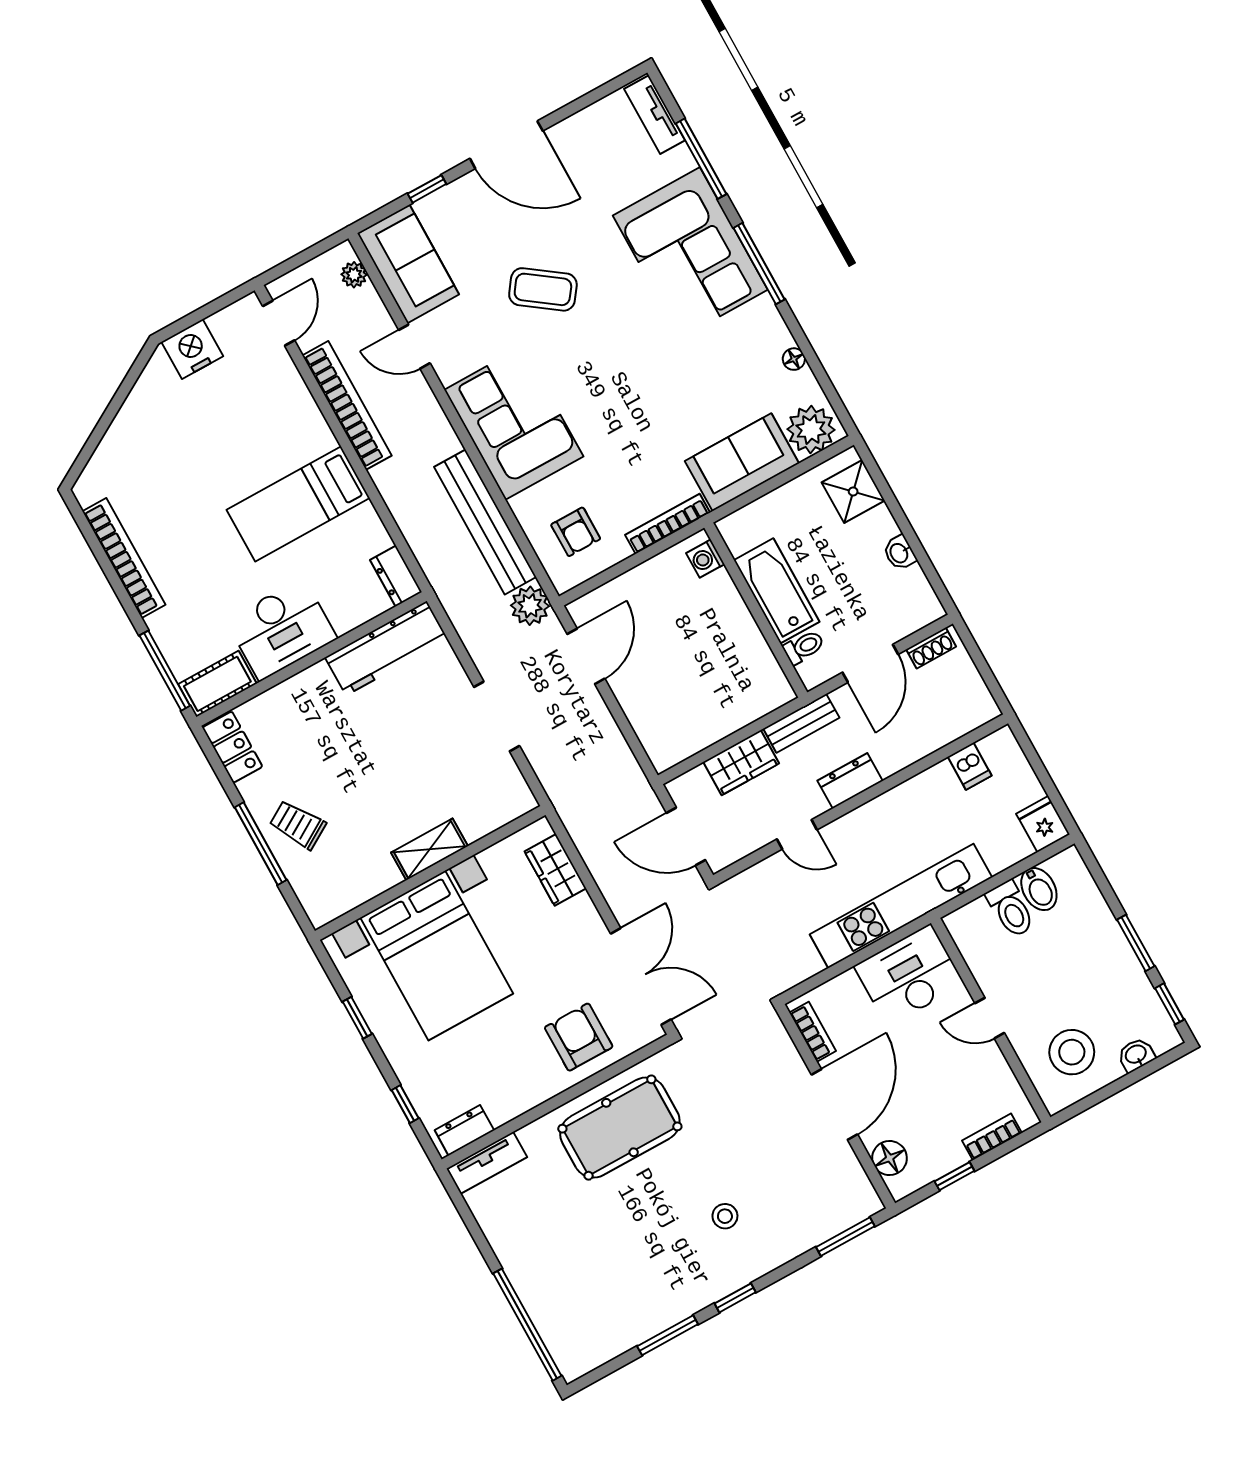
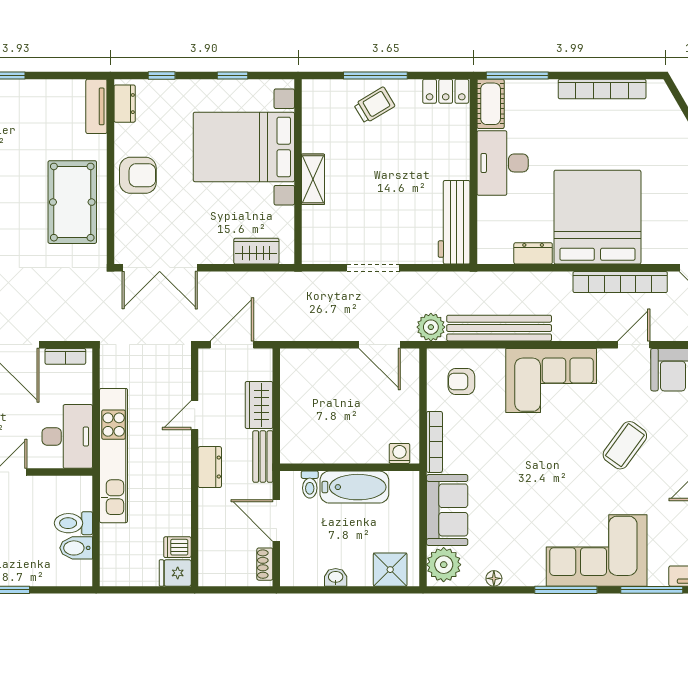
bed: (298, 504) -> (597, 217), width x2.04
dresser: (396, 576) -> (533, 253), moved
fridge: (1043, 824) -> (175, 573), moved, turned 180
armchair: (579, 1037) -> (138, 175), moved

